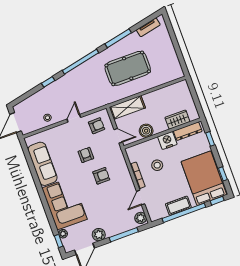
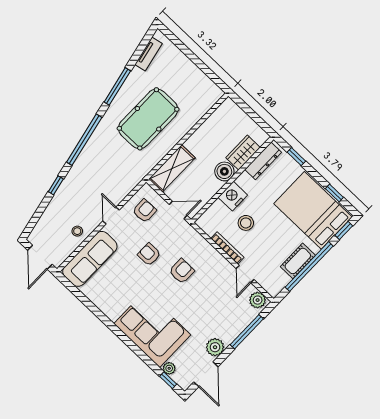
boiler: (146, 131) -> (224, 171), moved
nightstand: (167, 140) -> (233, 196), moved
sofa: (43, 164) -> (90, 259), moved, turned 90

